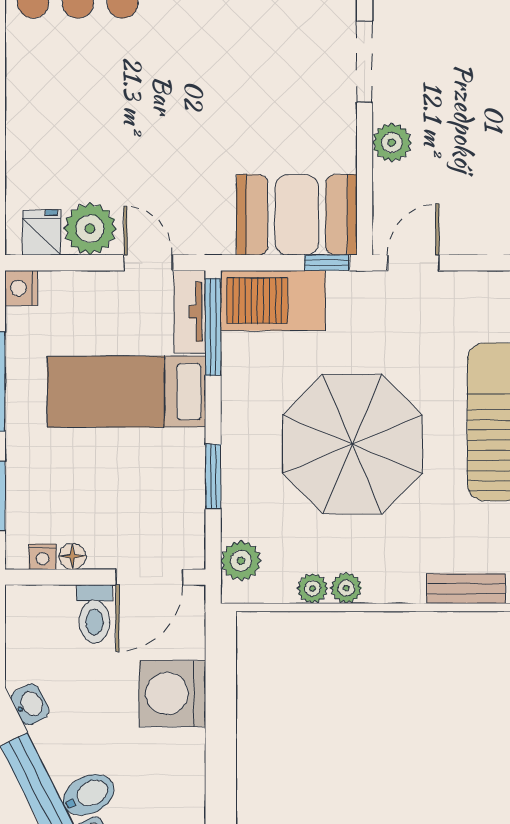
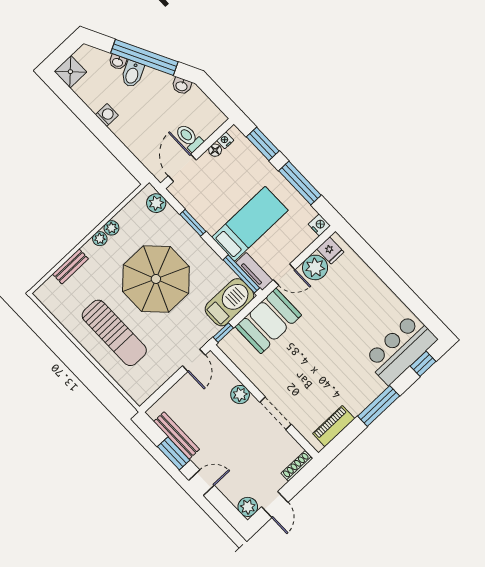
booth: (297, 215) -> (268, 321), moved
plant: (312, 588) -> (100, 239), moved
washing machine: (172, 694) -> (107, 115), moved, width x0.53, depth x0.53

